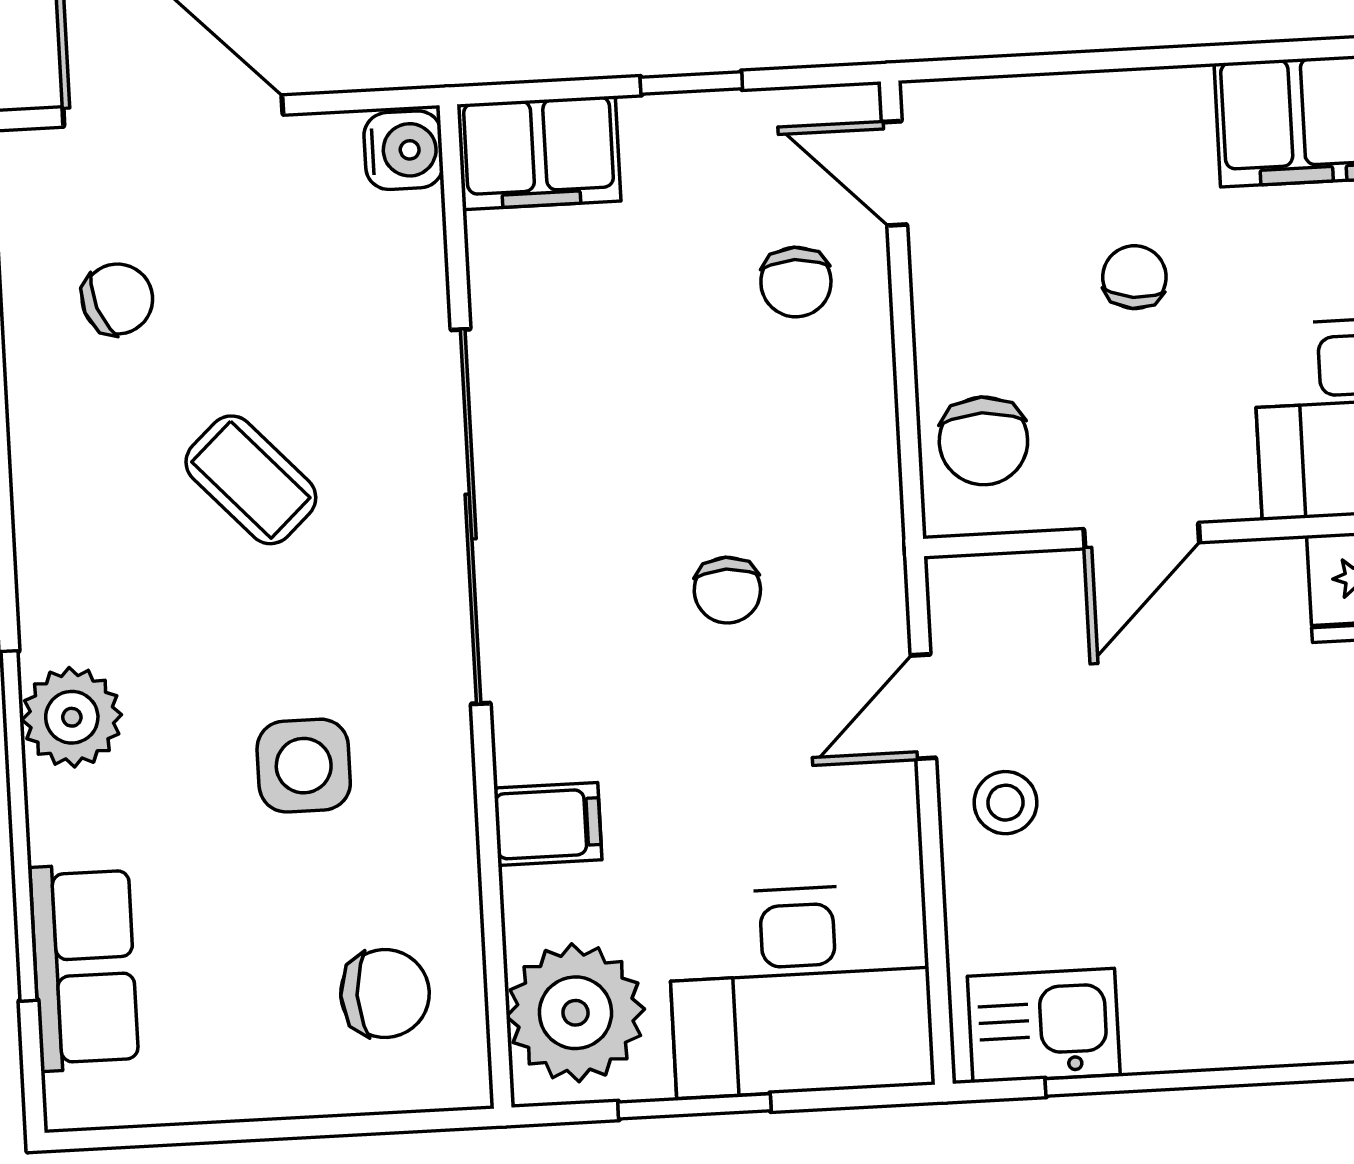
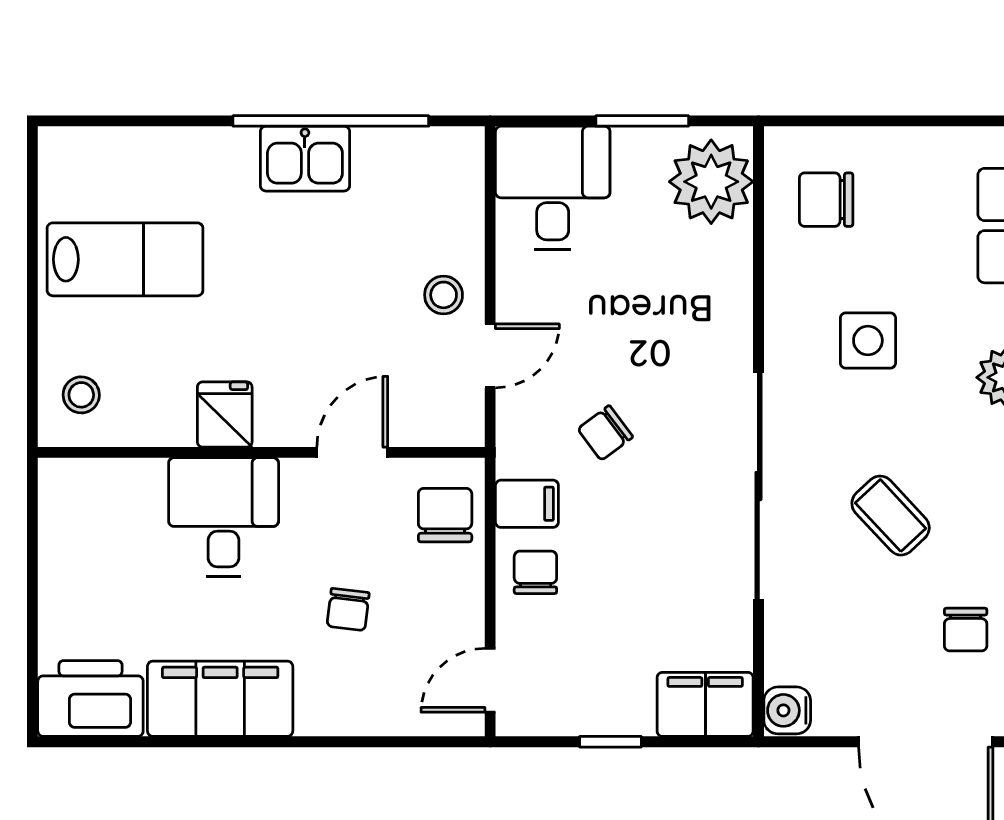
door: (894, 173) -> (490, 680), swing flipped
chair: (796, 282) -> (535, 572), moved
chair: (117, 299) -> (966, 630), turned -70
chair: (727, 590) -> (605, 433), turned -127
filing cabinet: (548, 824) -> (527, 504), moved, turned 180
desk: (801, 990) -> (553, 188), width x0.73
kitchen sink: (1044, 1025) -> (305, 159), moved

